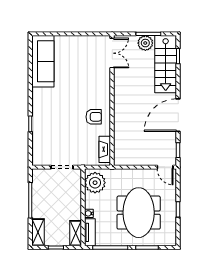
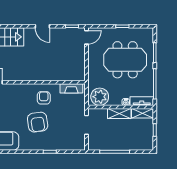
armchair: (65, 109) -> (38, 122), added
door: (178, 115) -> (42, 26), width x0.53
shelving: (38, 232) -> (119, 113), moved

